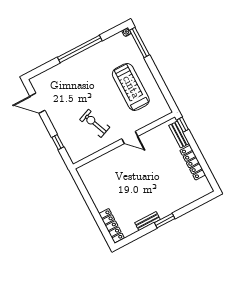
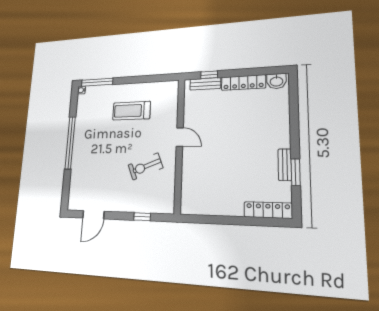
treadmill: (131, 87) -> (131, 111), width x0.73, depth x0.73
window: (183, 125) -> (209, 75), moved
door: (130, 137) -> (180, 137), hinge flipped
washbasin: (204, 186) -> (276, 81), added
window: (165, 221) -> (296, 172), moved

